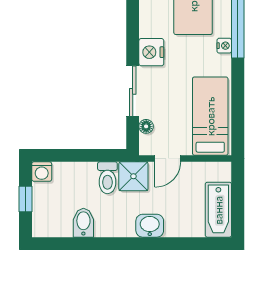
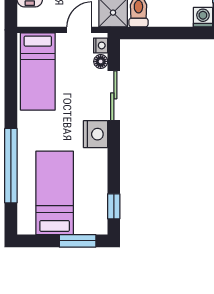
nightstand: (224, 46) -> (101, 45), moved, turned 180

